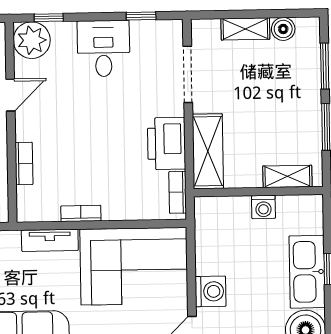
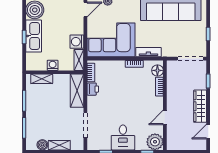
printer: (167, 144) -> (93, 89), width x0.53, depth x0.68
floor lamp: (29, 200) -> (157, 70), added
shelving: (205, 220) -> (79, 60), added
washing machine: (211, 291) -> (77, 42), moved

